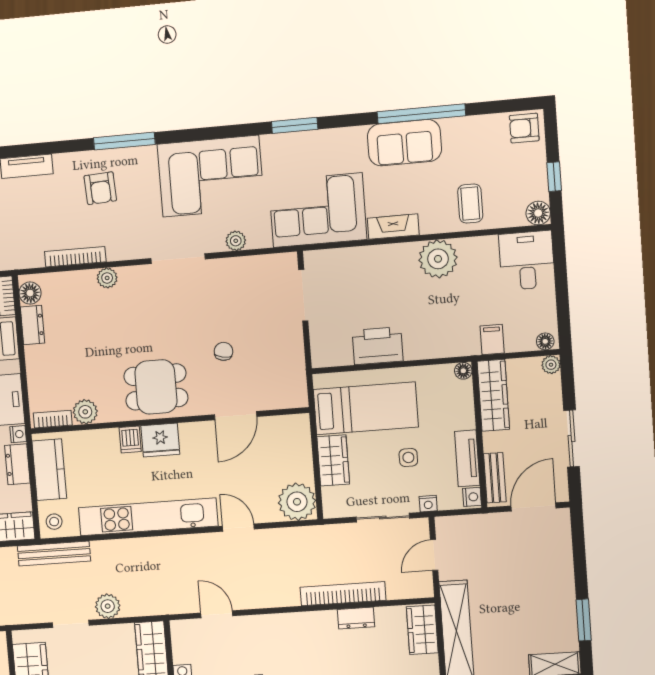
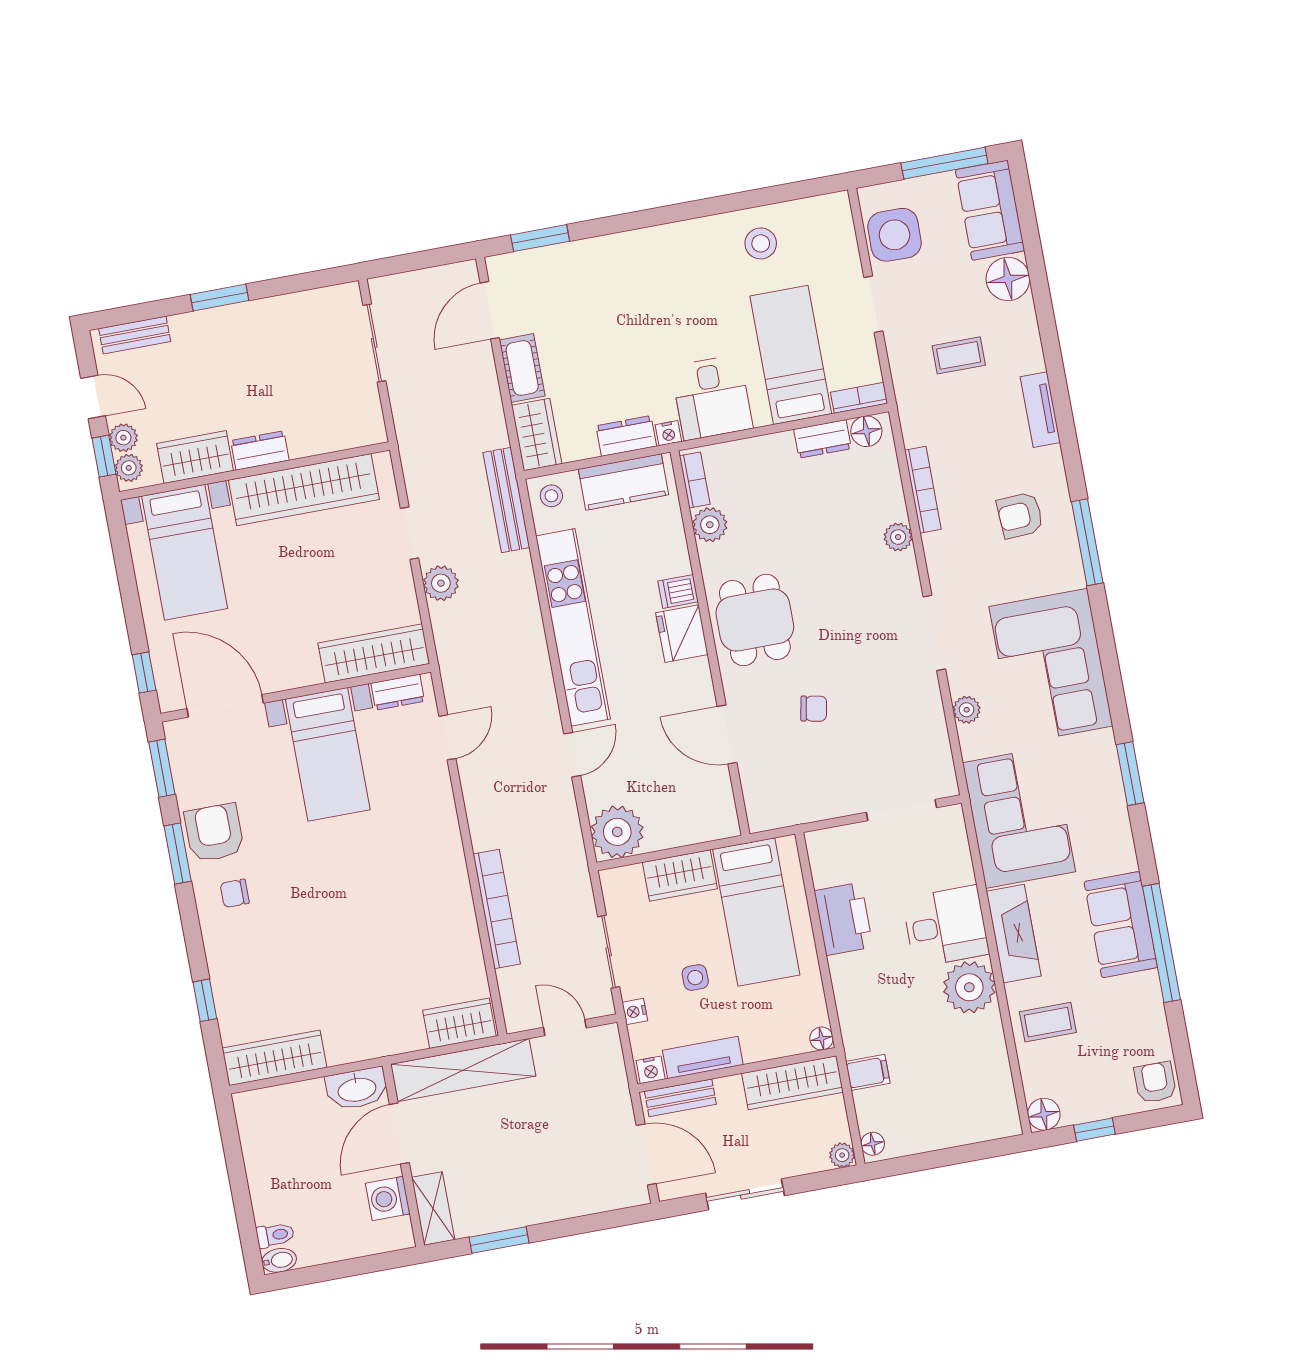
fireplace: (393, 227) -> (1014, 934), width x1.37, depth x1.32
desk: (527, 260) -> (946, 926), moved
dresser: (356, 618) -> (398, 692), moved, turned -90

